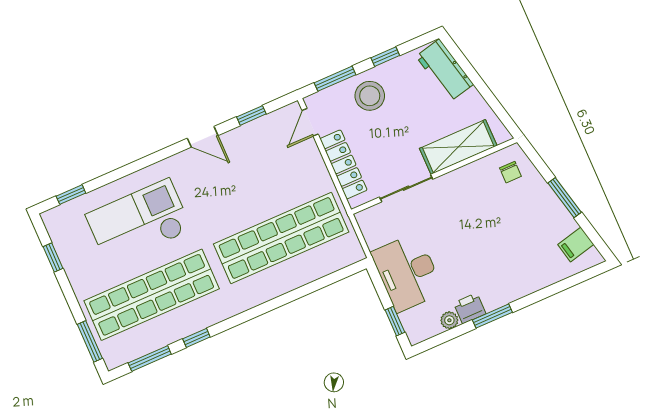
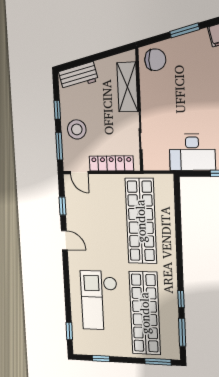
door: (203, 137) -> (64, 240), hinge flipped
chair: (510, 172) -> (155, 60), width x1.87, depth x1.87

